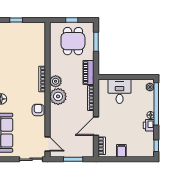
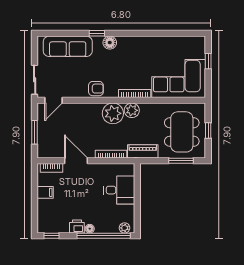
dining table: (73, 41) -> (182, 132), width x1.38
corner sofa: (30, 44) -> (179, 79), added

